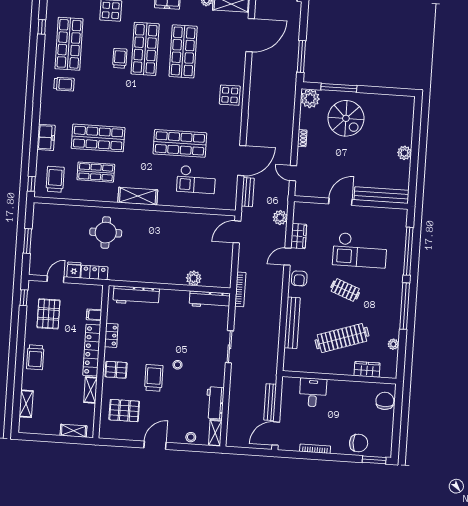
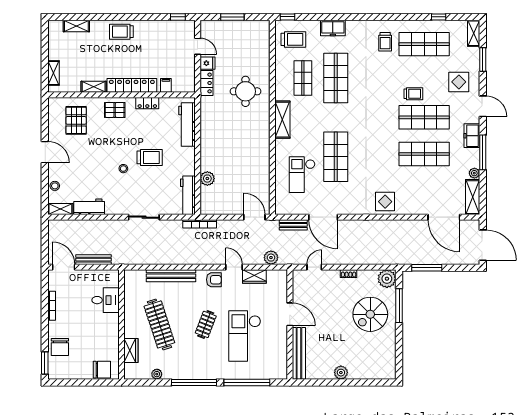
armchair: (299, 278) -> (214, 280), turned 180
pallet: (48, 314) -> (164, 42), removed
pallet: (116, 370) -> (115, 110), turned 90
trolley: (154, 378) -> (150, 157), moved

